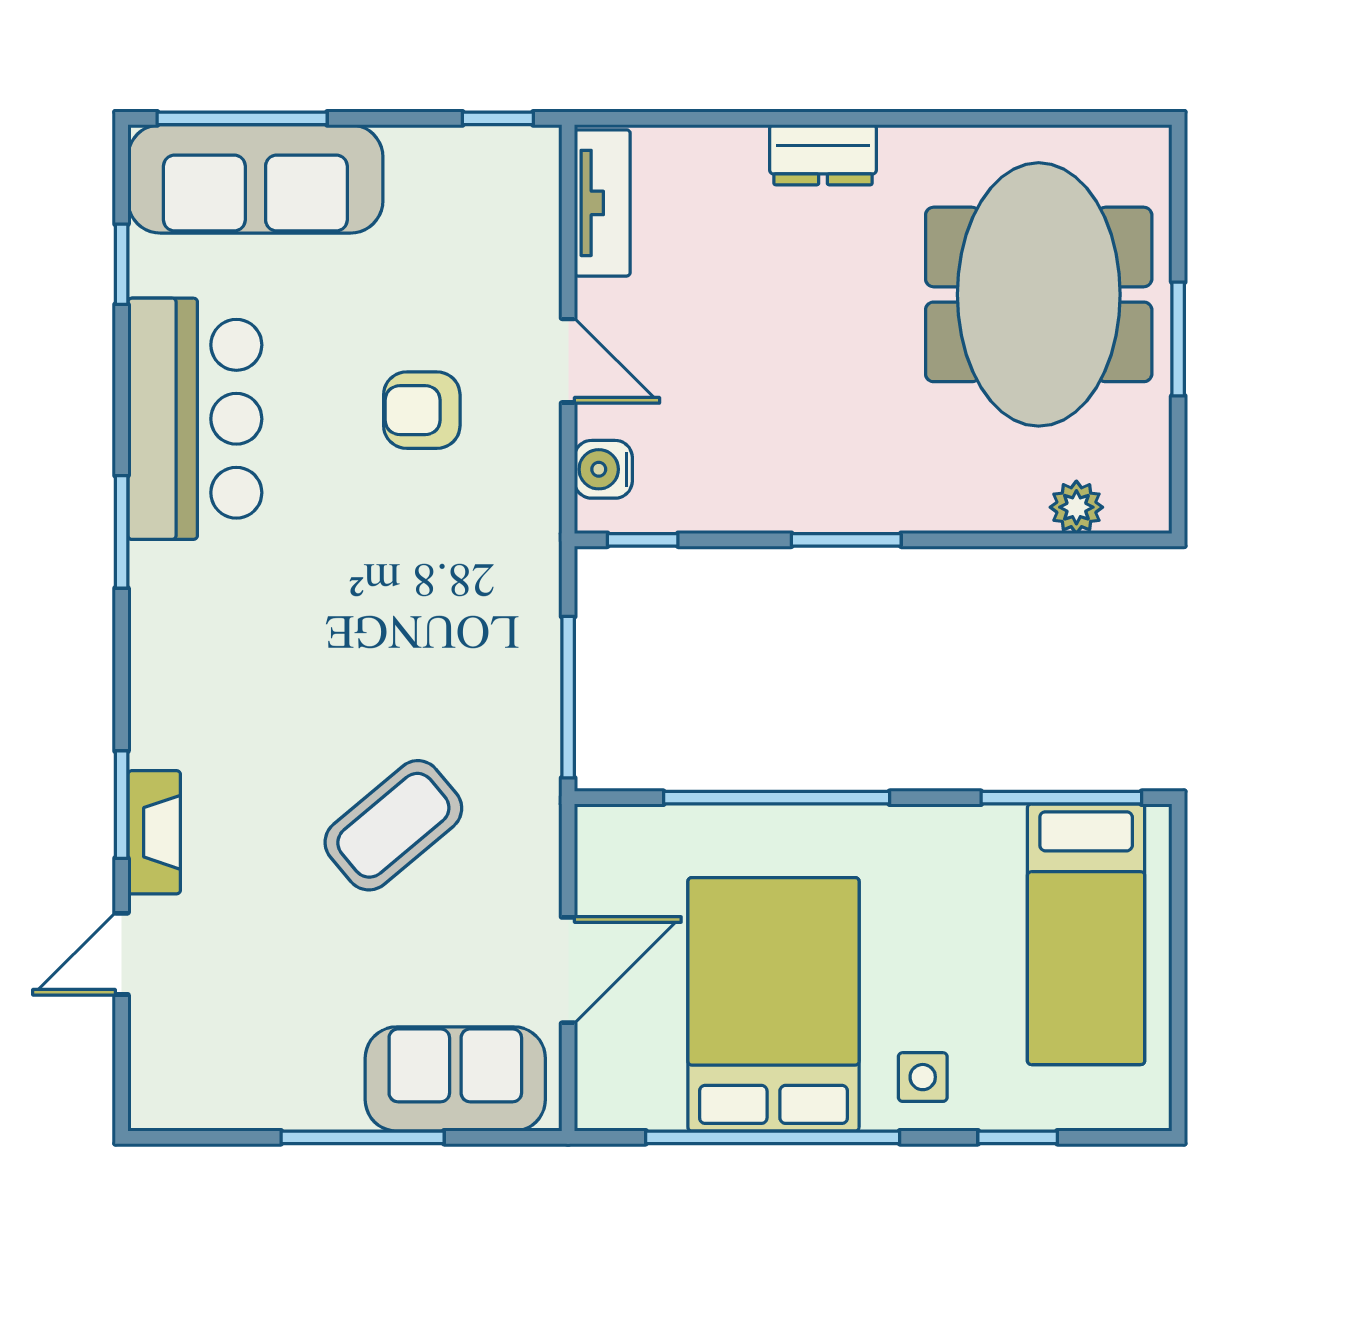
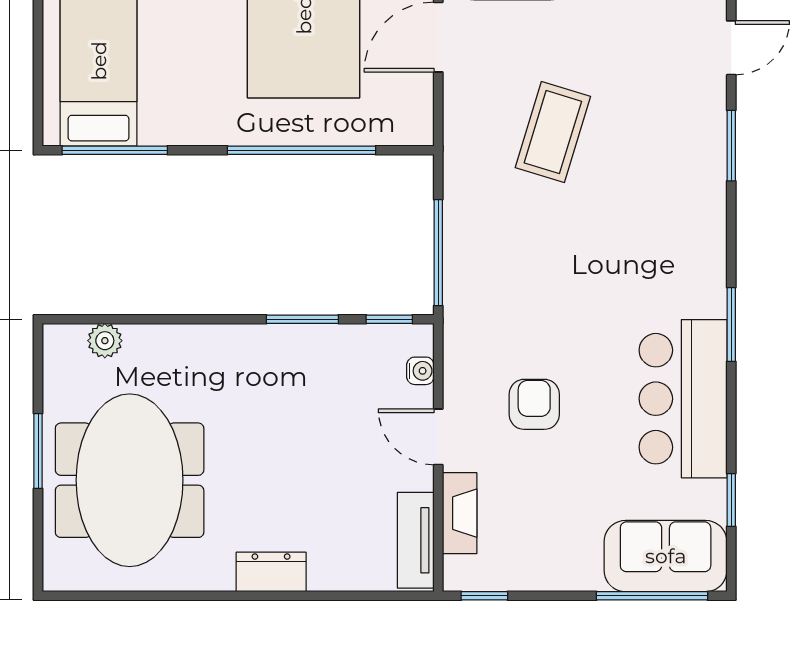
sofa: (255, 179) -> (666, 556), width x0.73
armchair: (422, 410) -> (534, 404), turned -90
water cooler: (603, 469) -> (420, 371), width x0.72, depth x0.72
window: (846, 540) -> (302, 319), moved
window: (568, 697) -> (438, 253), moved
coffee table: (393, 825) -> (553, 132), turned -33
fireplace: (154, 832) -> (460, 513), moved, turned 180

